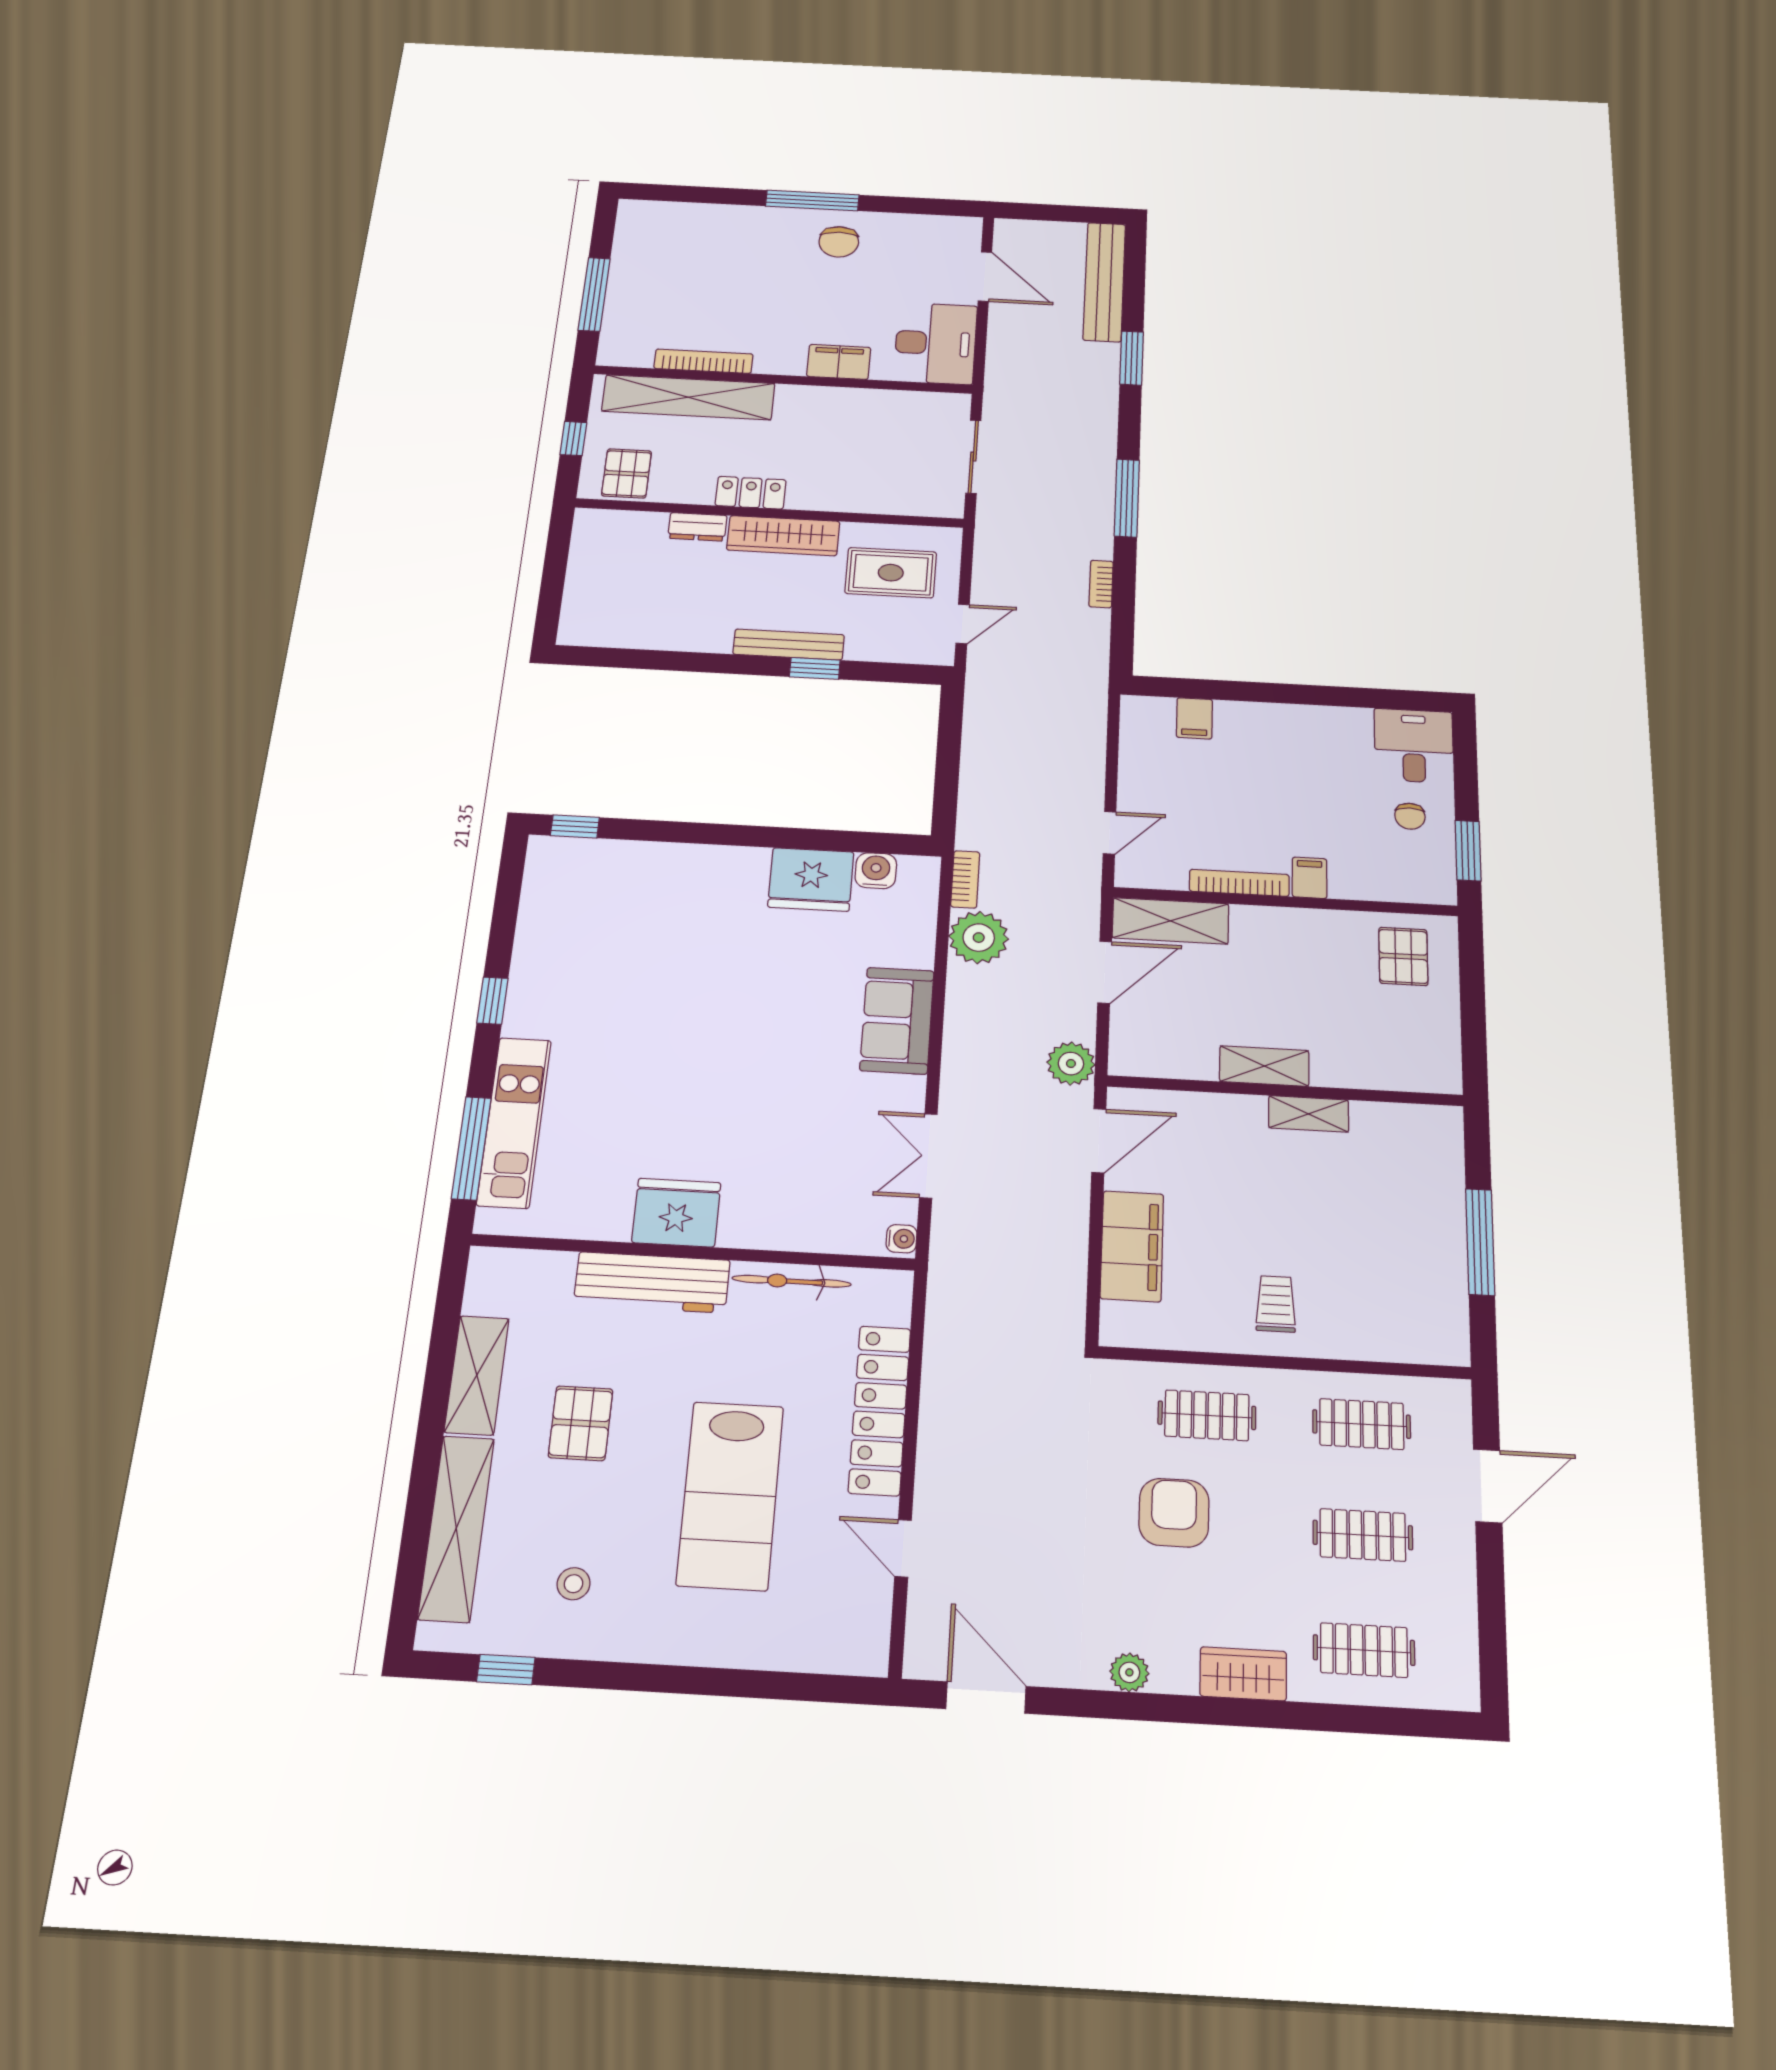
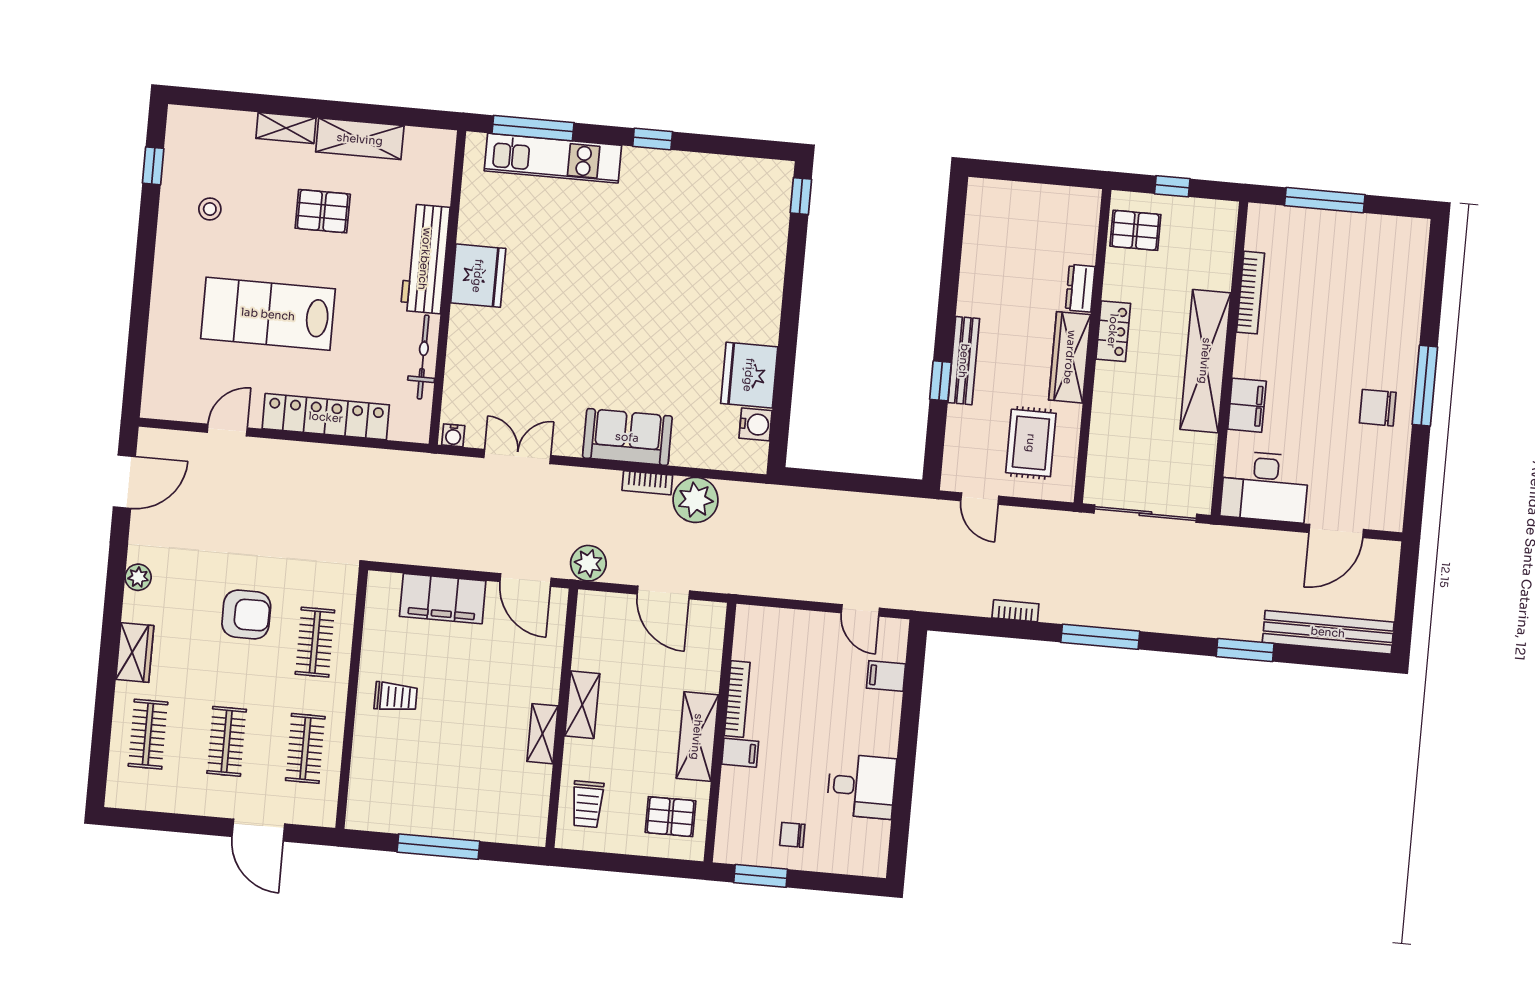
shelving: (688, 397) -> (1205, 361), moved
sliding door: (973, 457) -> (1145, 514), width x1.37
desk: (1414, 746) -> (861, 786), moved
door: (1110, 833) -> (860, 610), moved
bookcase: (965, 879) -> (647, 483), moved
shelving: (1171, 921) -> (697, 737), moved
trolley: (1398, 1056) -> (587, 804), added
shelving: (456, 1528) -> (286, 128), width x0.45, depth x0.75

